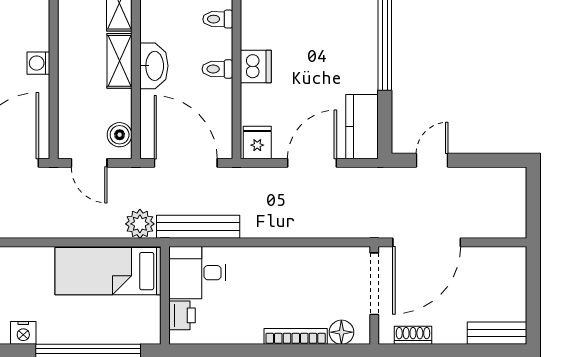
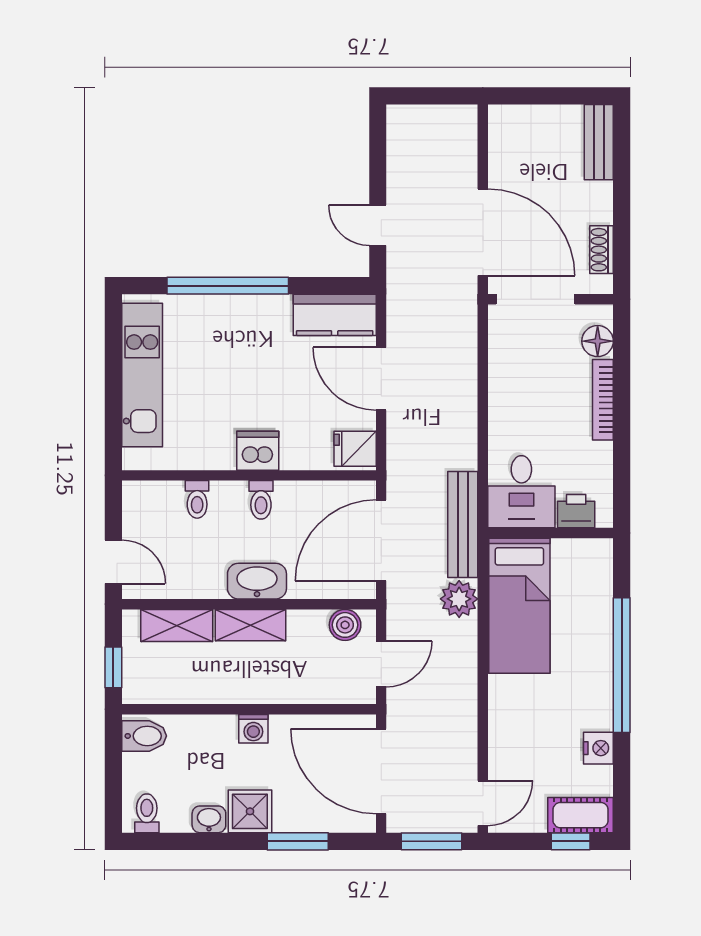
bed: (108, 271) -> (519, 606), moved
desk: (197, 273) -> (521, 492), moved
wall: (165, 295) -> (551, 533), moved
printer: (182, 315) -> (576, 511), moved

